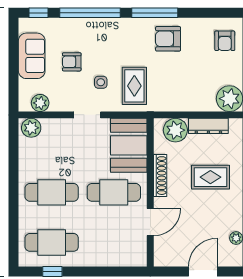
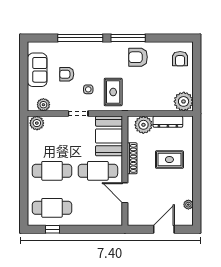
window: (39, 13) -> (42, 38), removed
door: (150, 222) -> (125, 193), swing flipped

